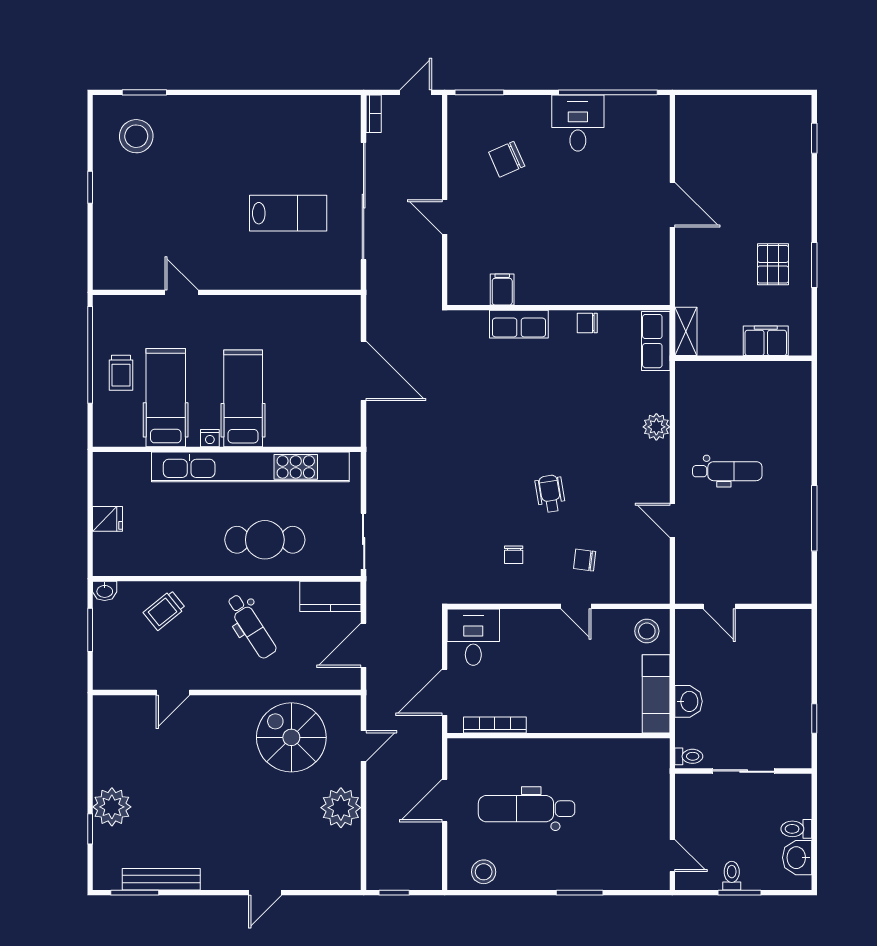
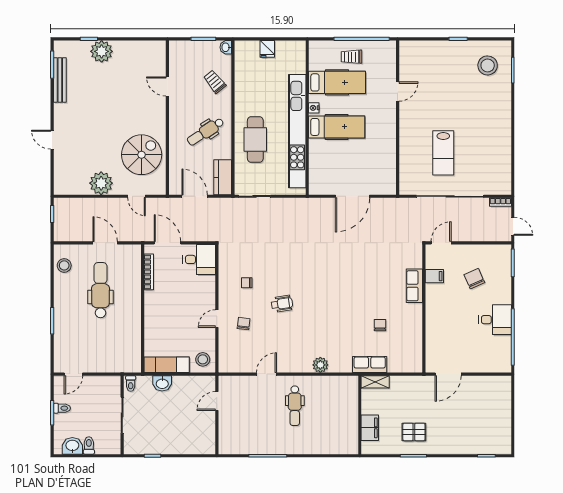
filing cabinet: (502, 289) -> (434, 276), moved
wall: (558, 308) -> (424, 309), moved
row of seats: (519, 324) -> (414, 286), moved

